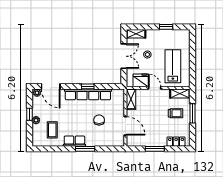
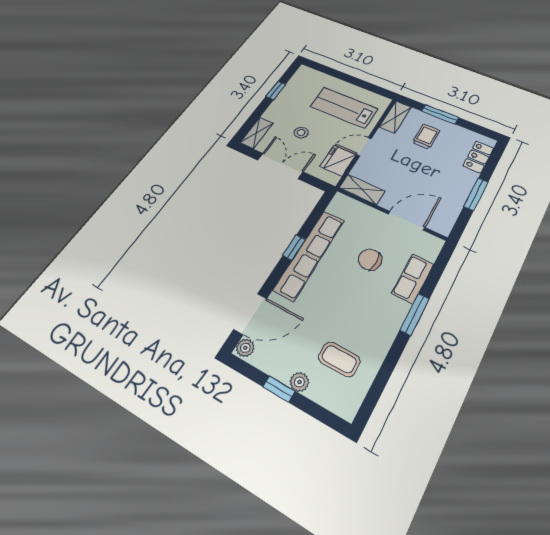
row of seats: (74, 141) -> (413, 279), moved

